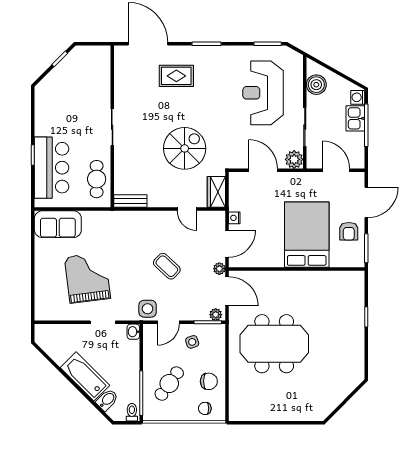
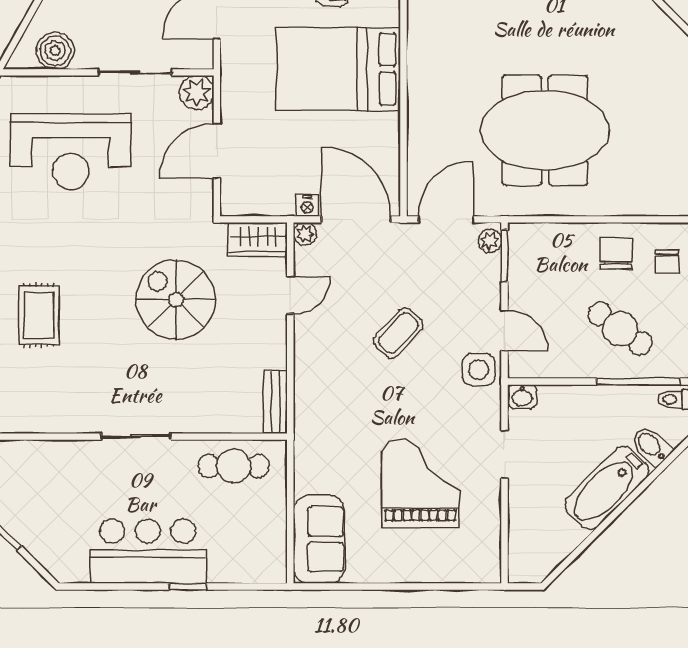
bar counter: (52, 168) -> (148, 551), moved
door: (227, 244) -> (356, 219), width x1.36
plant: (219, 269) -> (305, 234), moved
grand piano: (87, 278) -> (420, 483), turned 97
side table: (192, 342) -> (541, 285), removed
meeting table: (274, 344) -> (545, 130), turned 90

